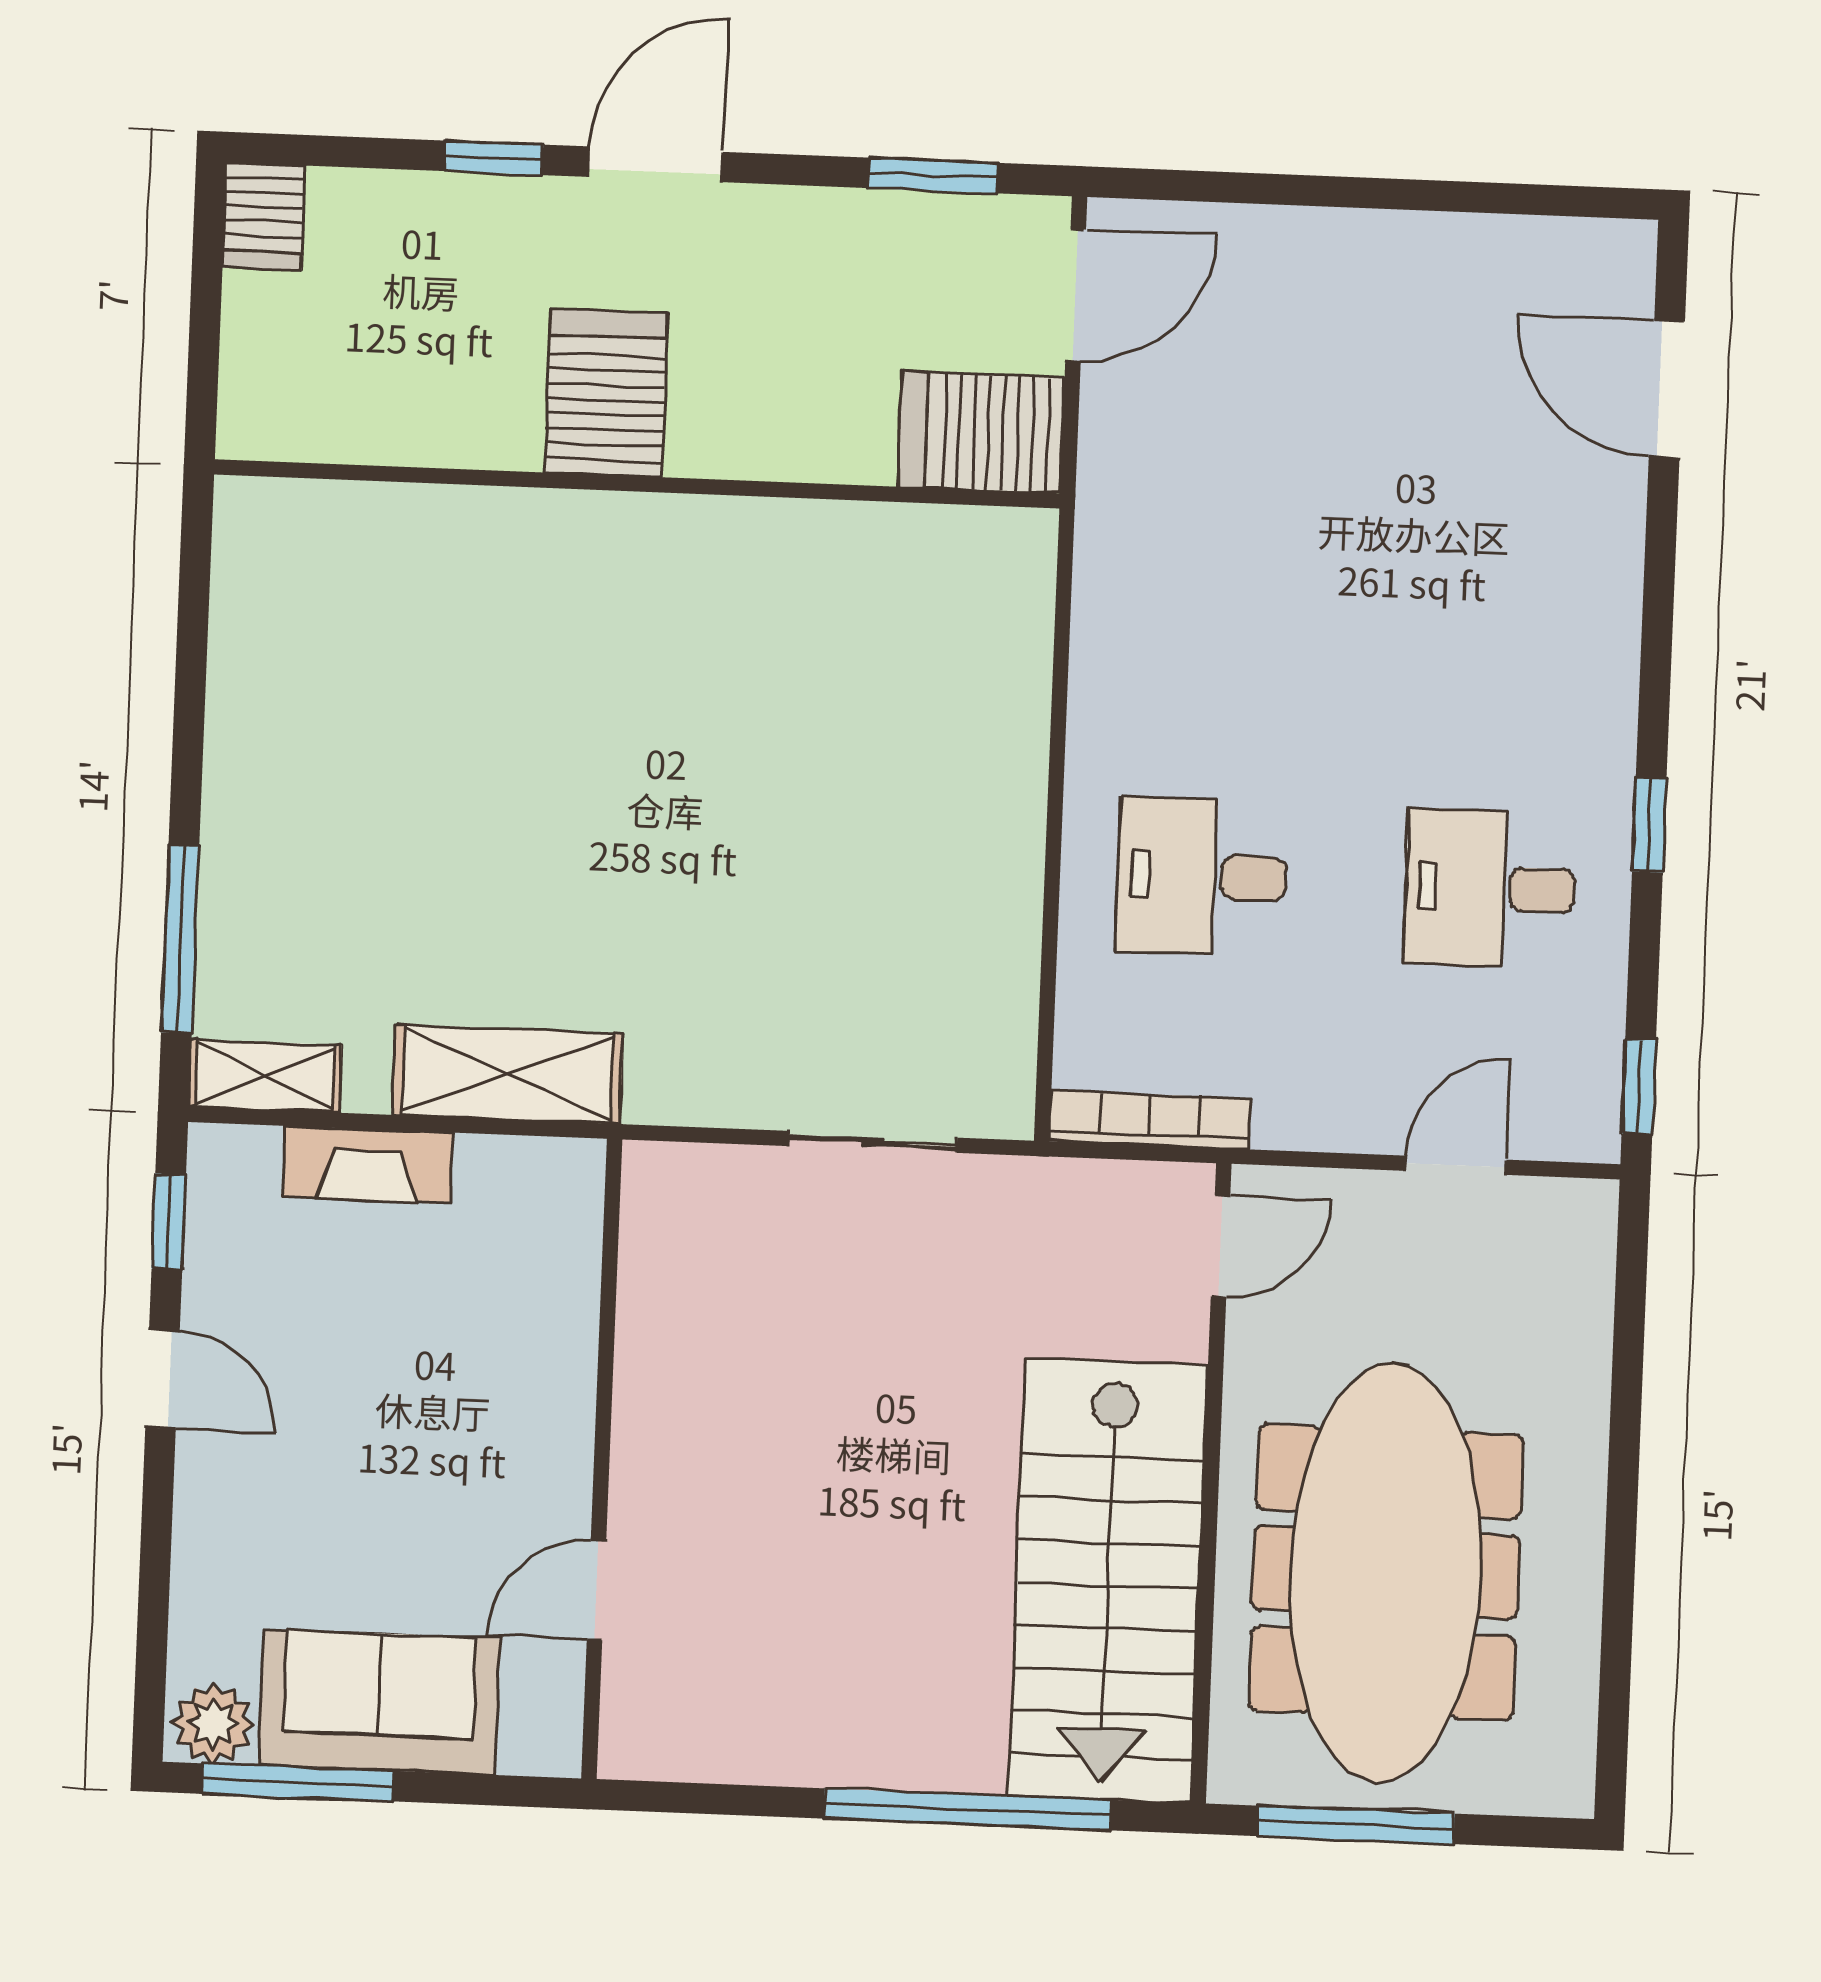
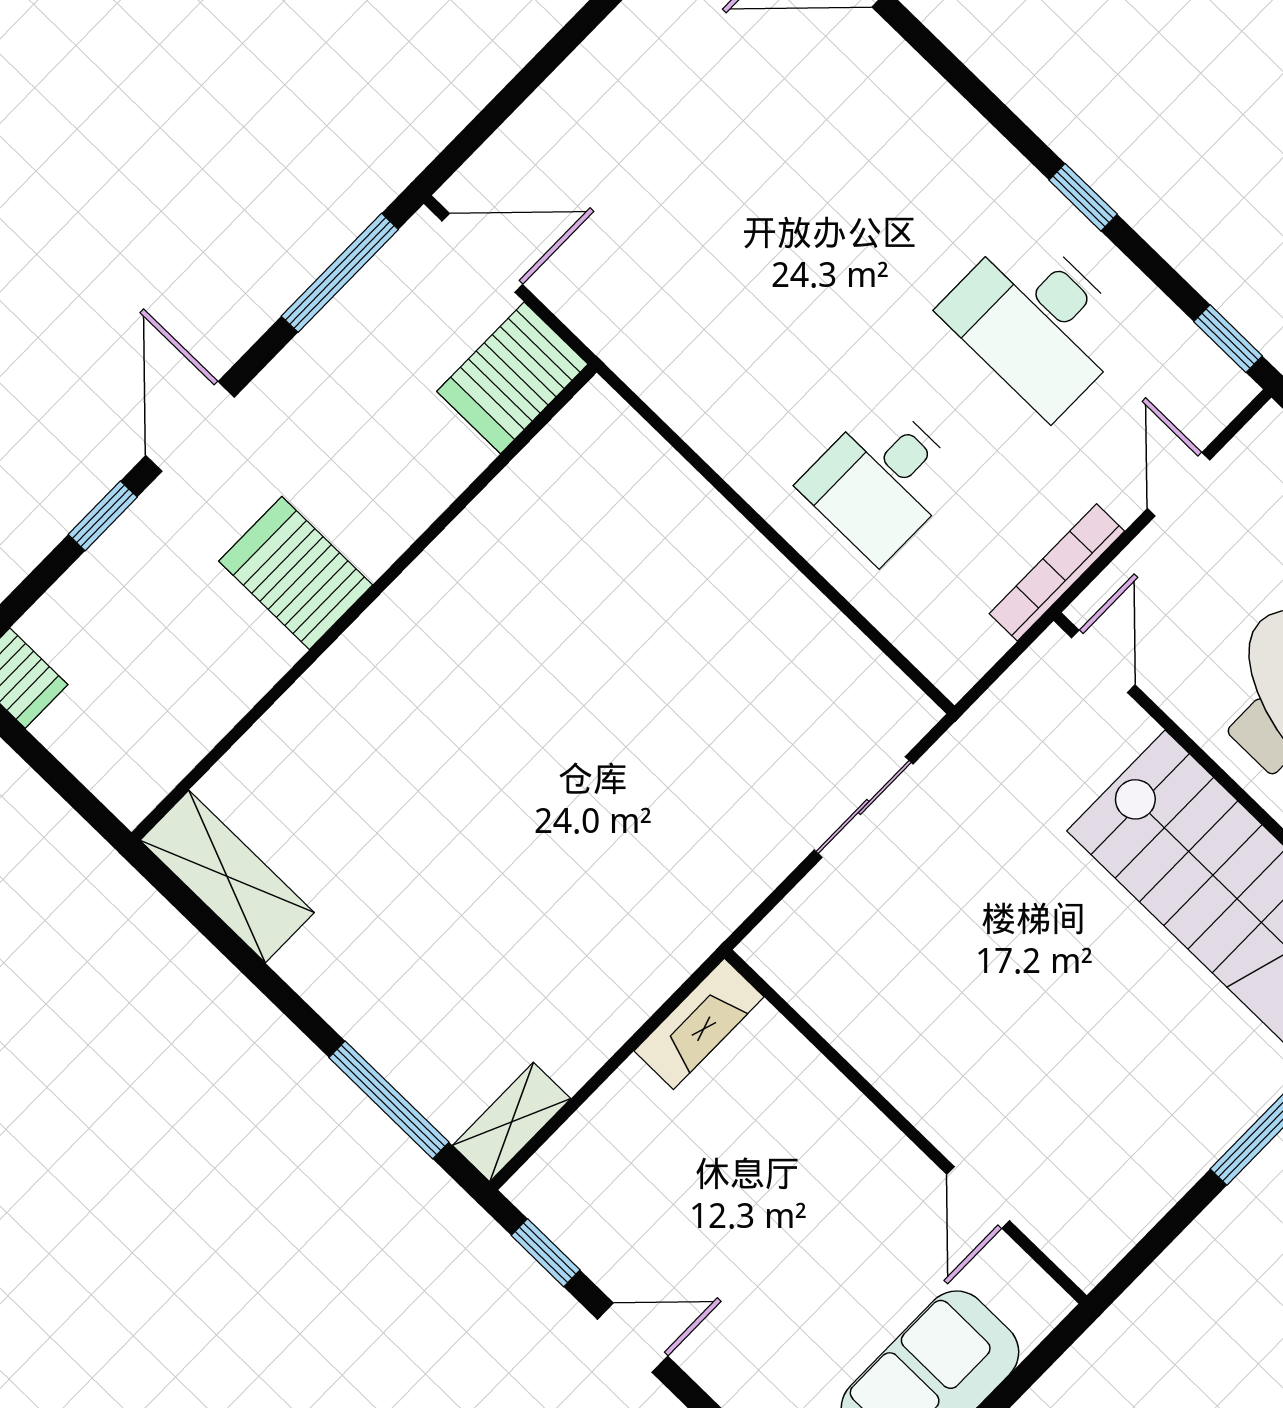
window: (933, 175) -> (340, 273), width x1.44
door: (1076, 295) -> (482, 253), hinge flipped
desk: (1490, 888) -> (1037, 322), width x1.37
shelving: (508, 1074) -> (227, 876), moved, turned 90
bookcase: (1150, 1120) -> (1057, 572), moved
fireplace: (367, 1165) -> (699, 1024), moved

